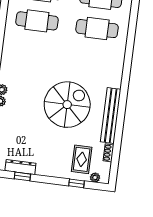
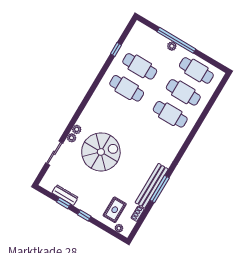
spiral stairs: (67, 105) -> (101, 152), moved
window: (121, 115) -> (160, 189), added
window: (76, 183) -> (84, 215), moved

